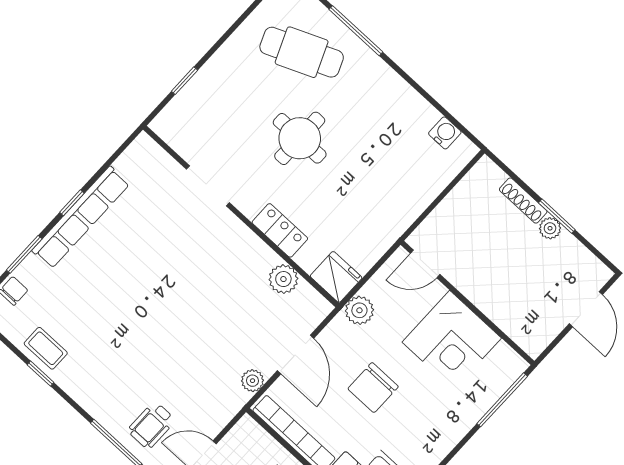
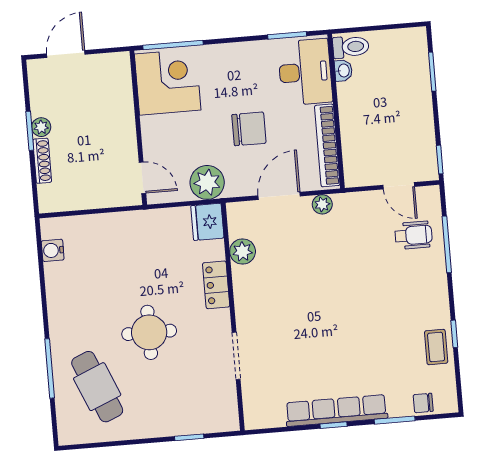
plant: (359, 310) -> (207, 182), width x1.36, depth x1.36
corner desk: (452, 340) -> (168, 82), moved

